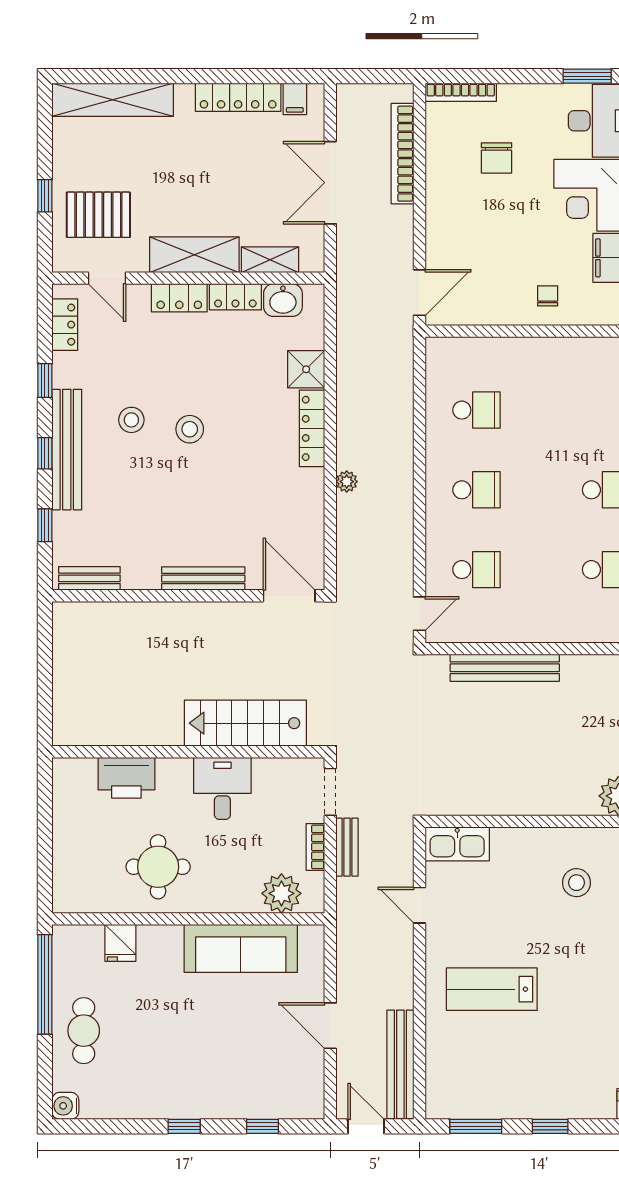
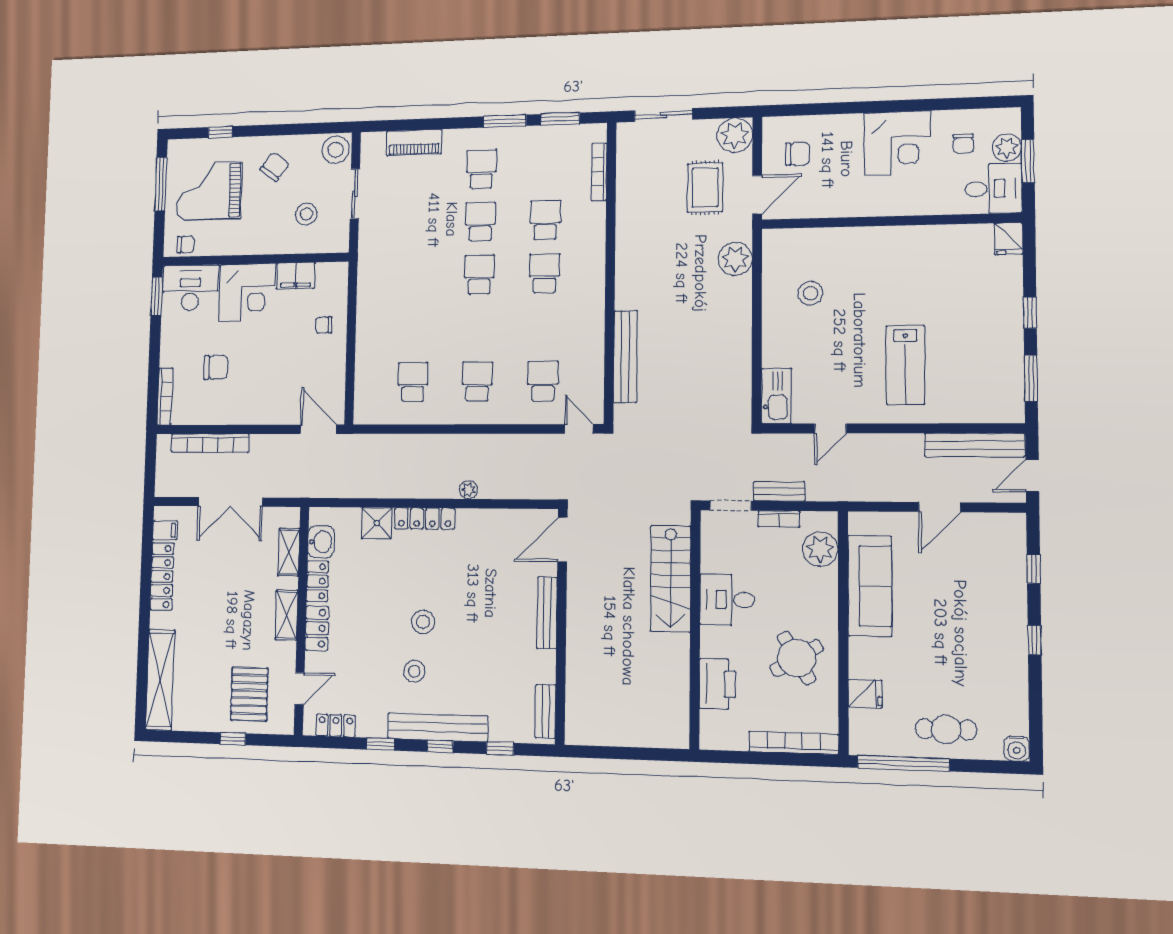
shelving: (194, 255) -> (287, 615), width x0.67, depth x0.75
bookcase: (63, 863) -> (794, 743), added
round table: (158, 867) -> (797, 658), turned -31

